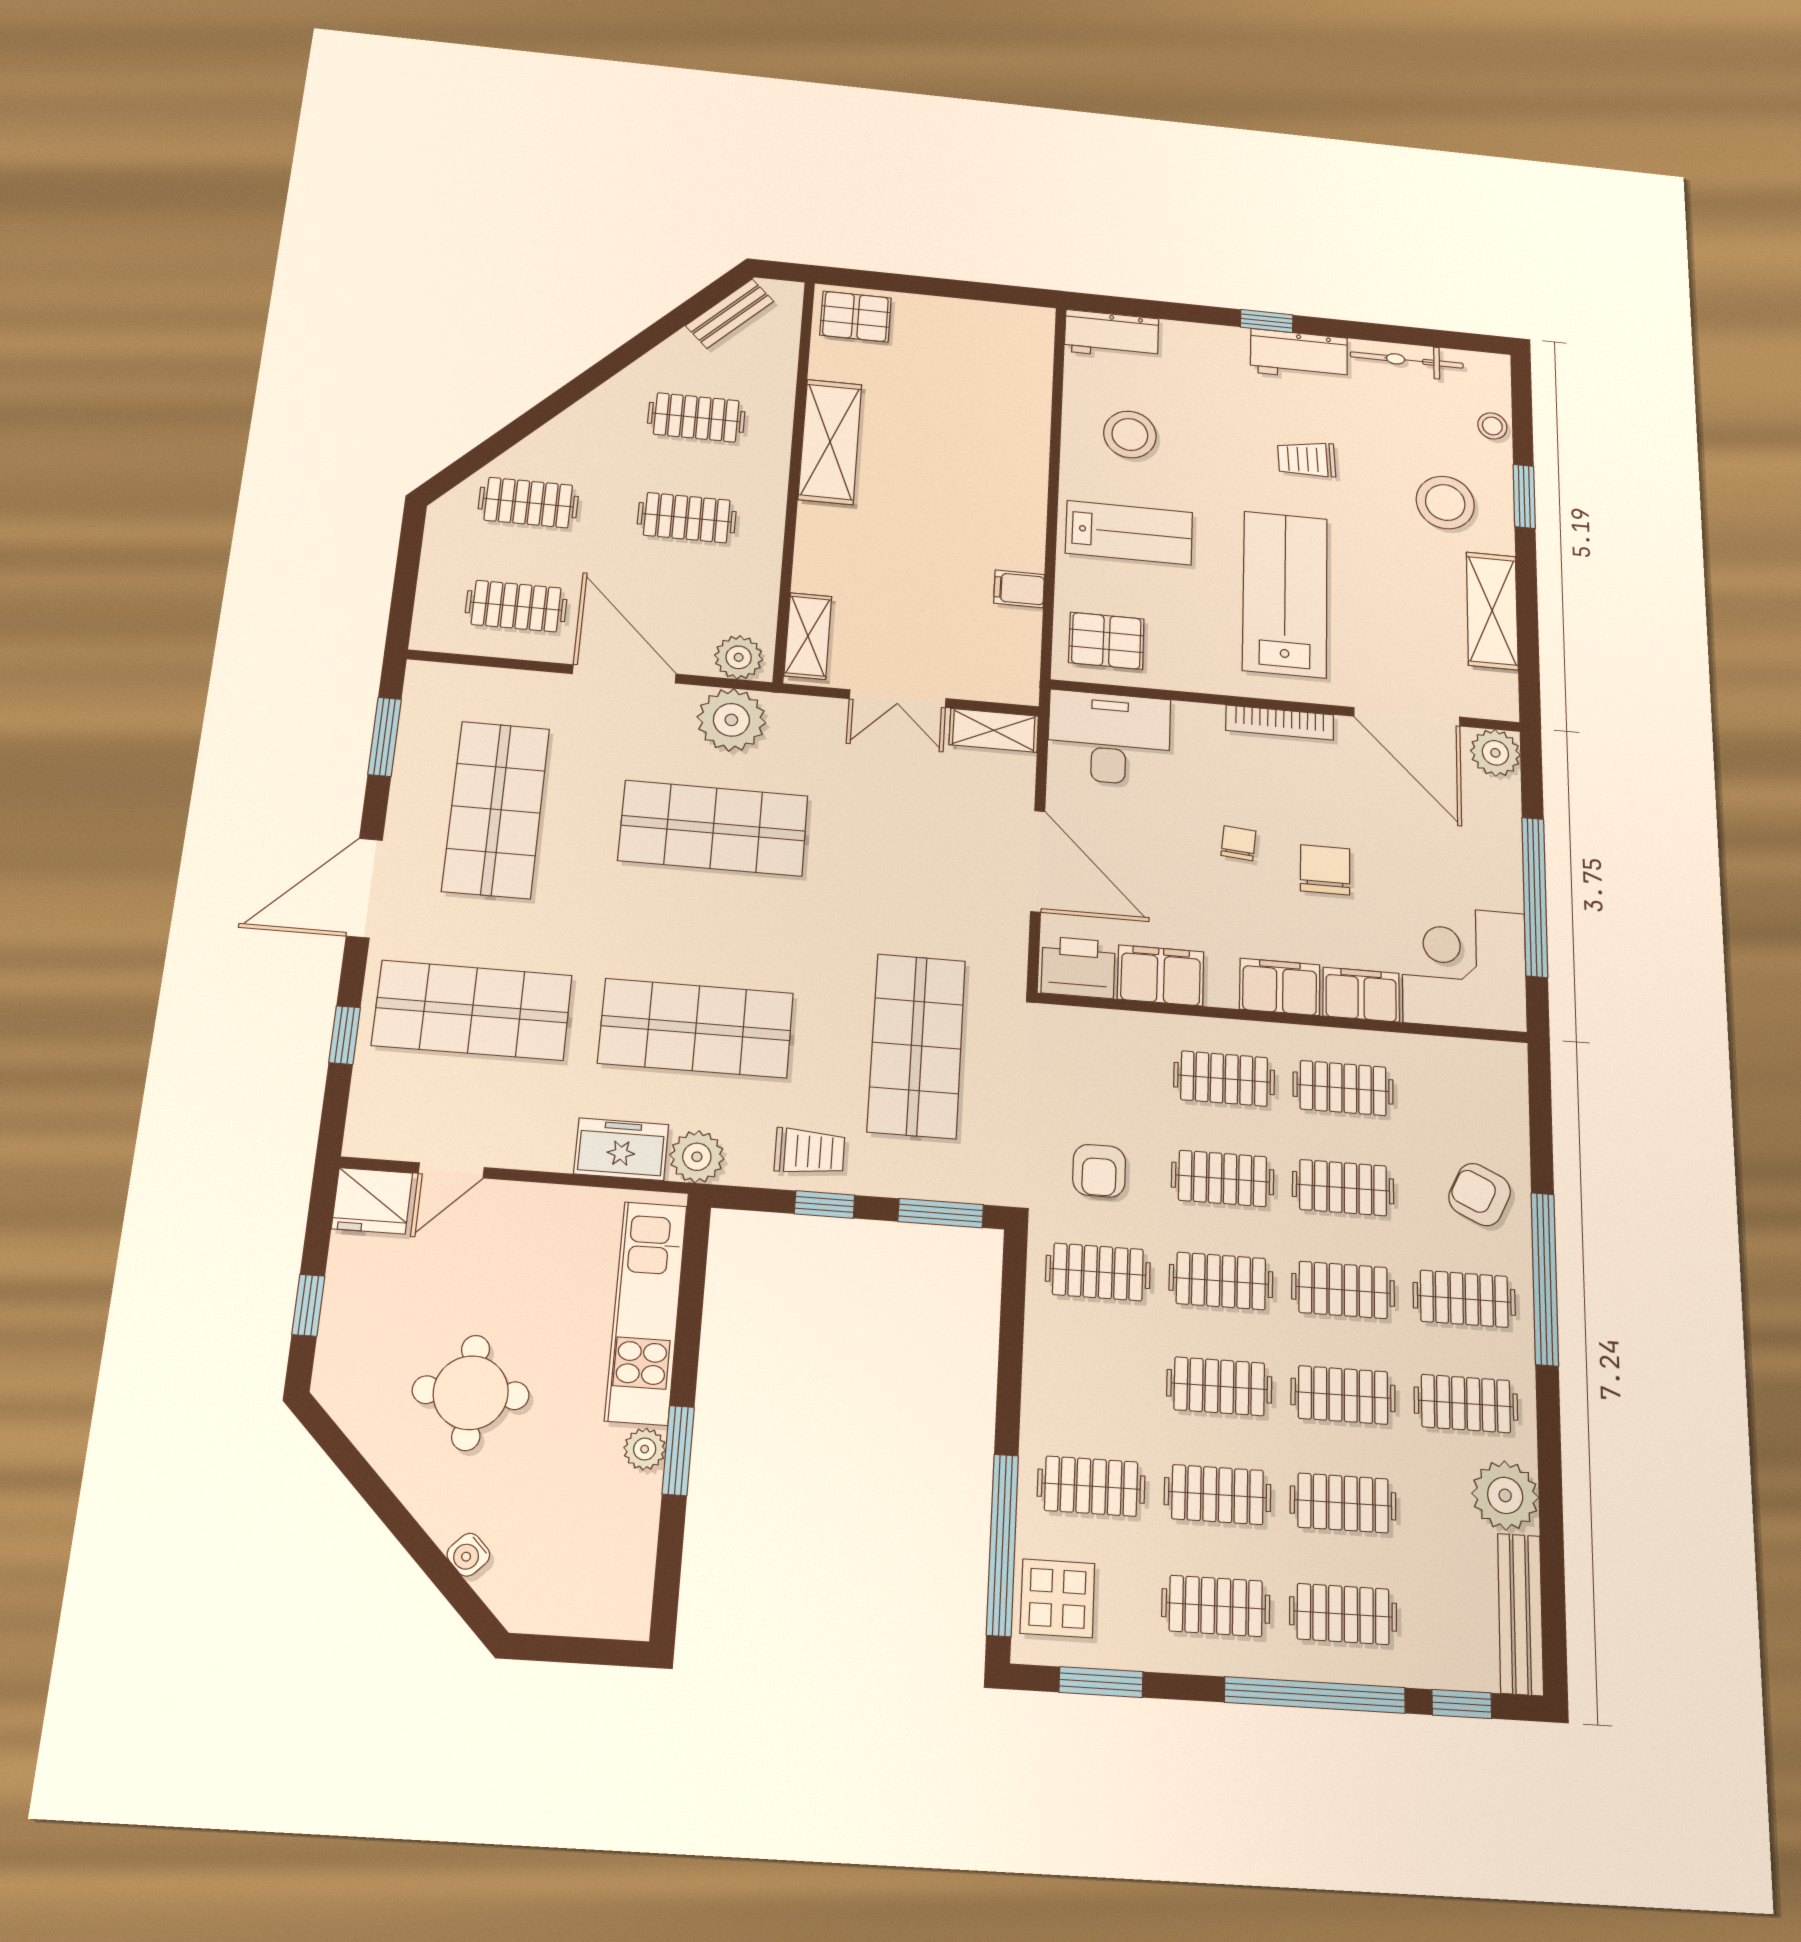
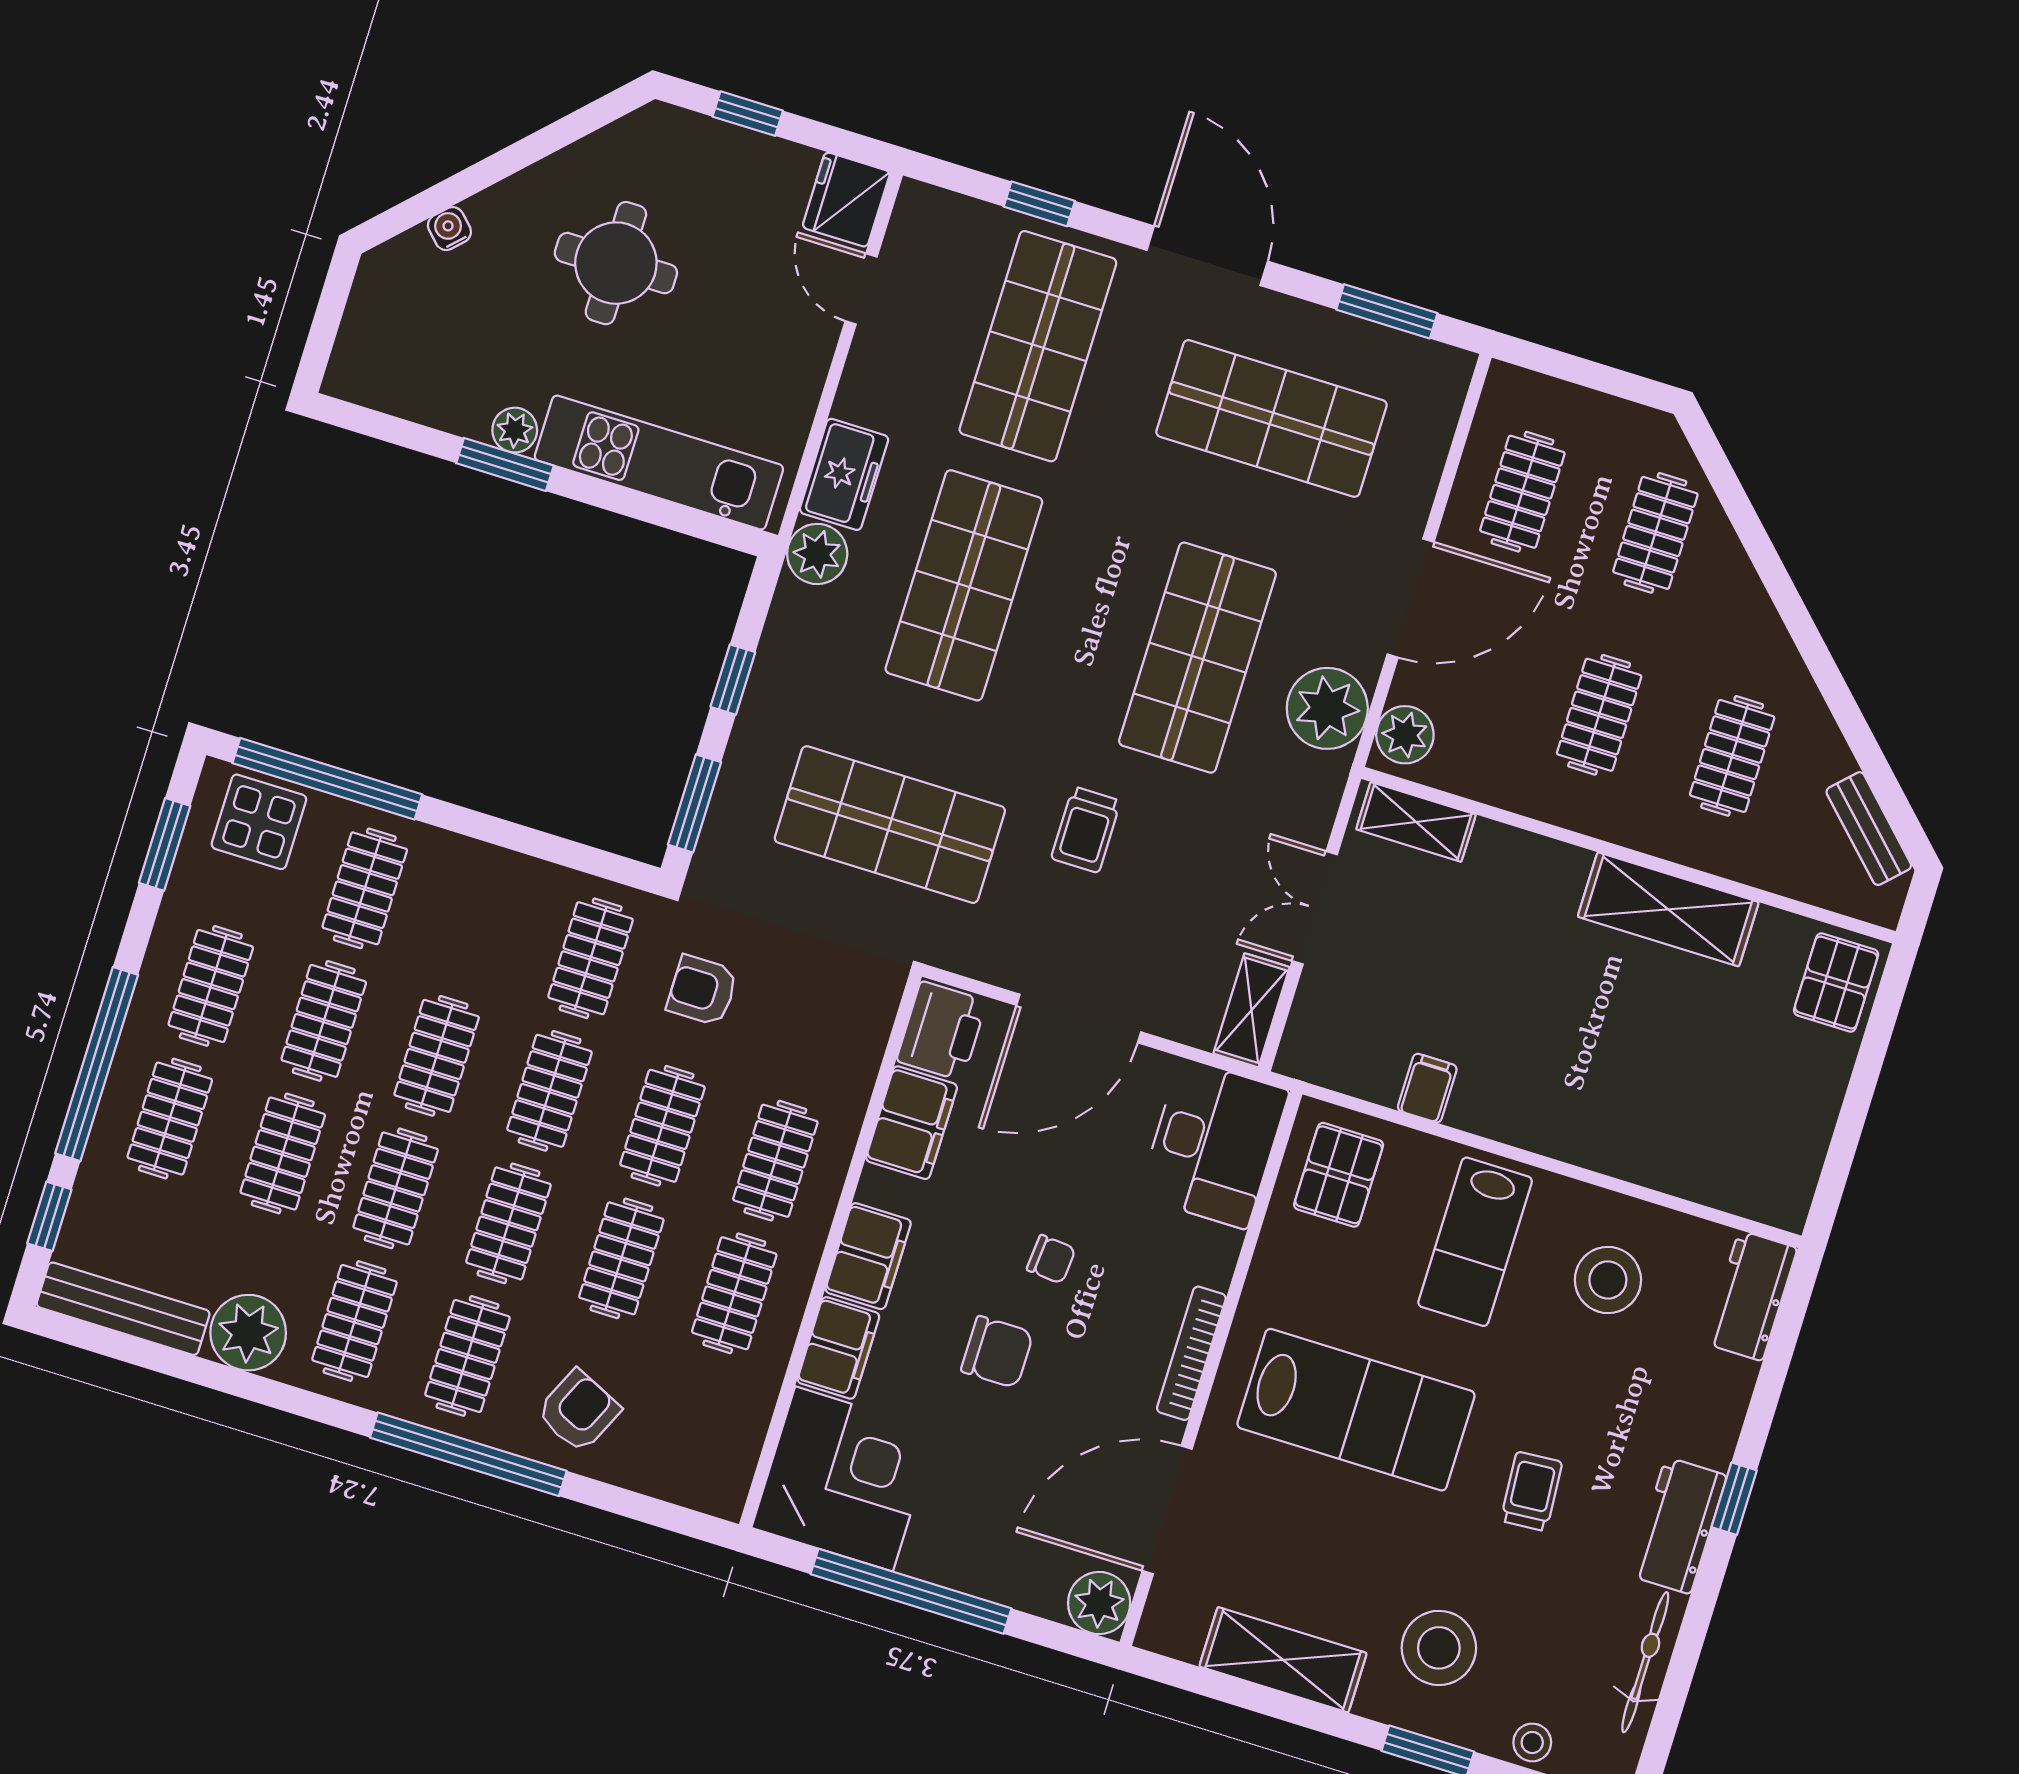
trolley: (810, 1152) -> (1086, 830), moved

